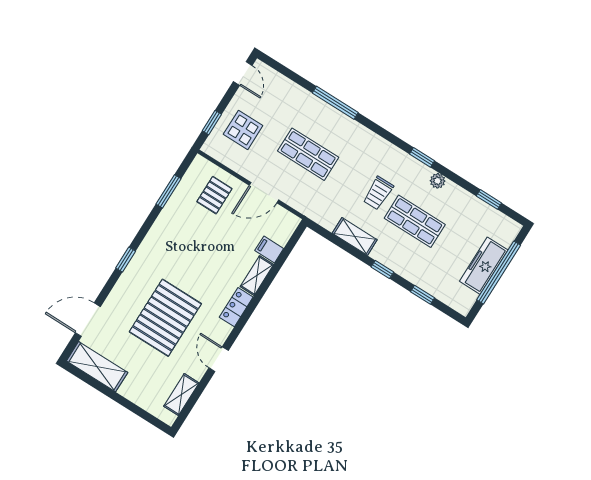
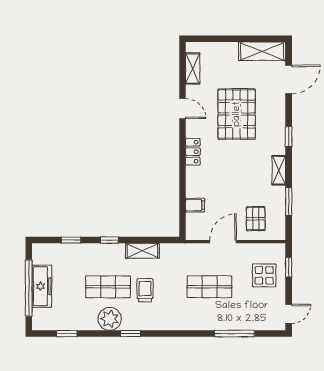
door: (243, 73) -> (289, 314), swing flipped
window: (335, 103) -> (234, 334), moved
plant: (438, 181) -> (110, 319), width x1.87, depth x1.87
shelving: (257, 276) -> (279, 170), moved

